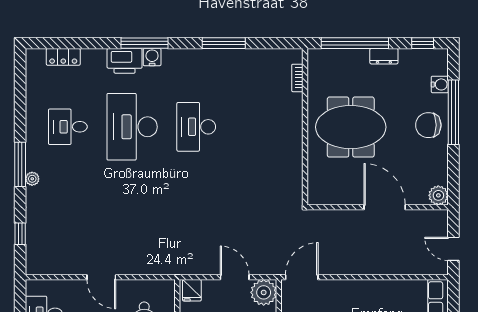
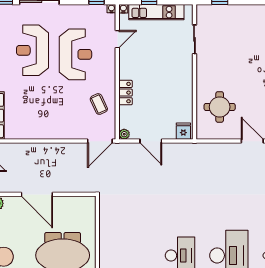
plant: (264, 292) -> (124, 134), width x0.53, depth x0.53

